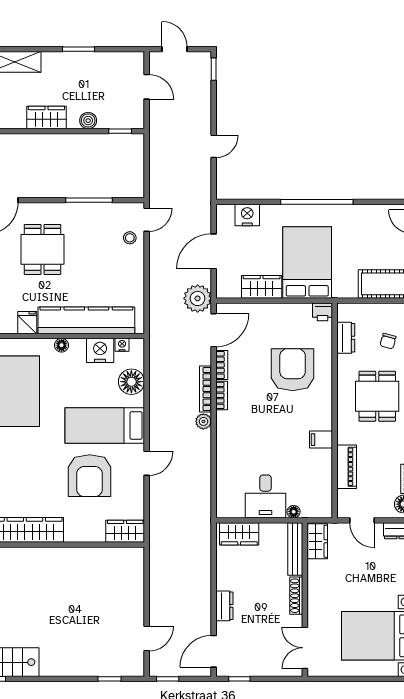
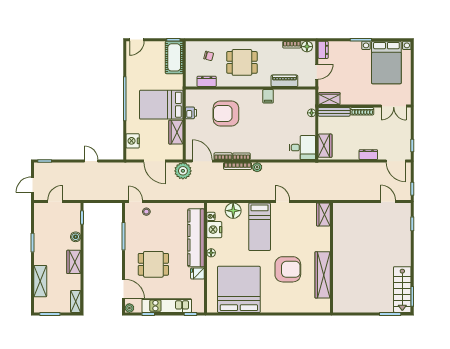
printer: (323, 312) -> (191, 113), moved
armchair: (90, 476) -> (288, 269), moved
desk: (265, 496) -> (302, 148), moved

